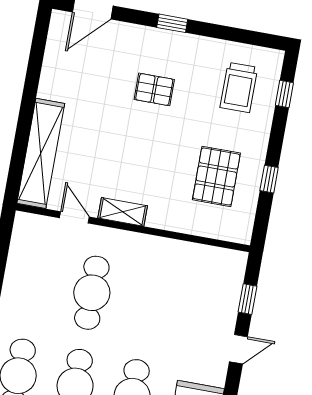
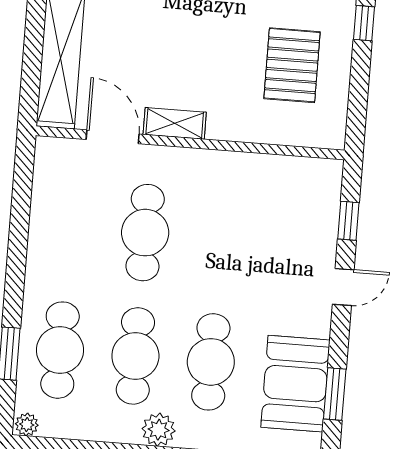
window: (269, 179) -> (364, 23), moved
door: (74, 217) -> (113, 137), width x1.38

